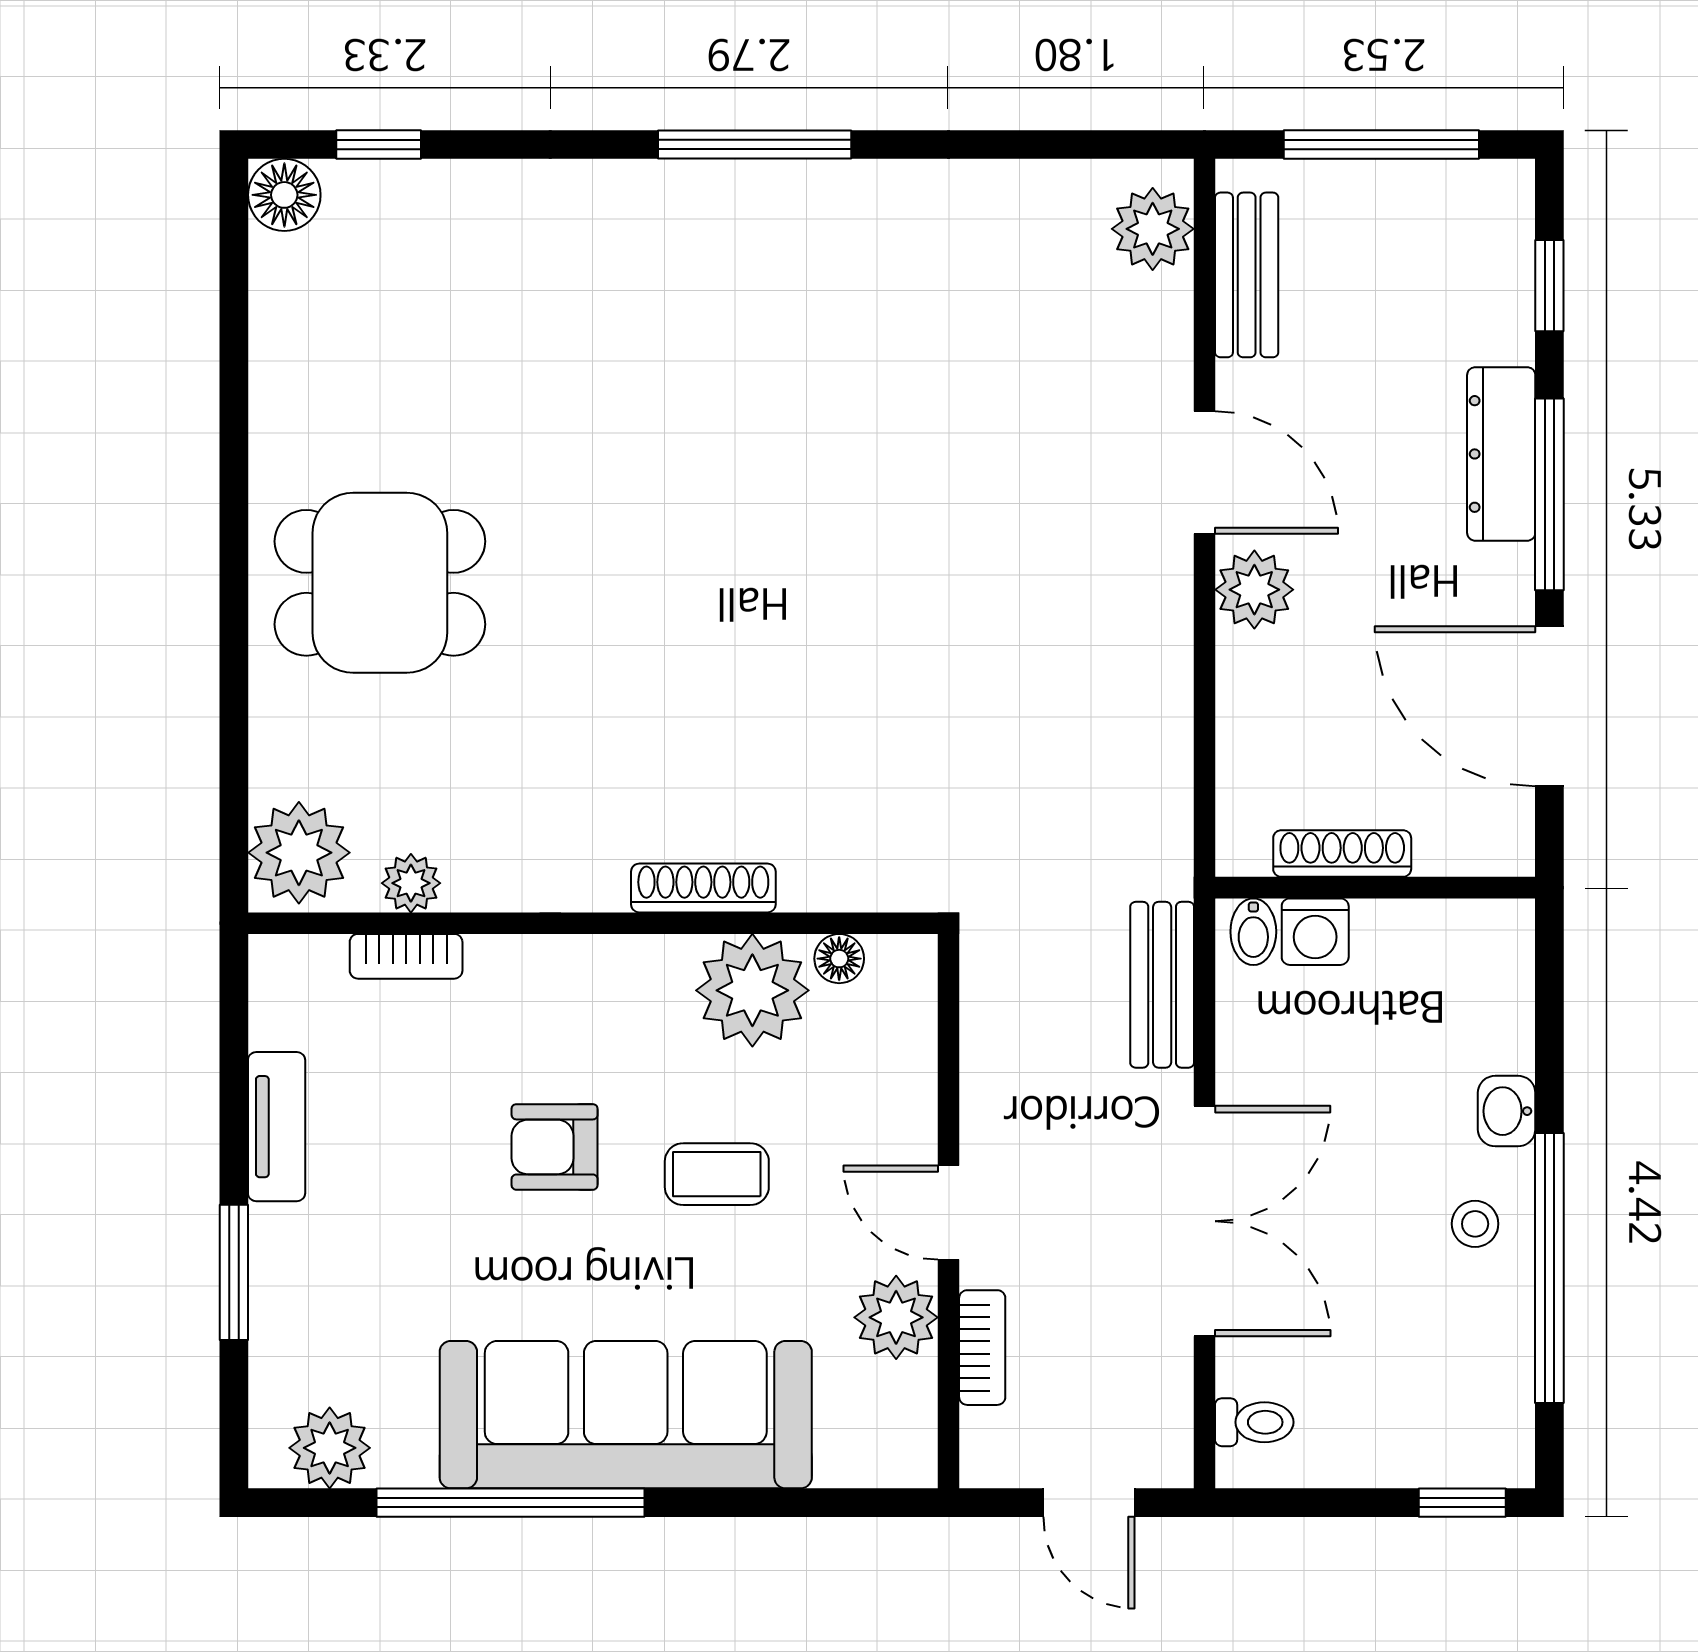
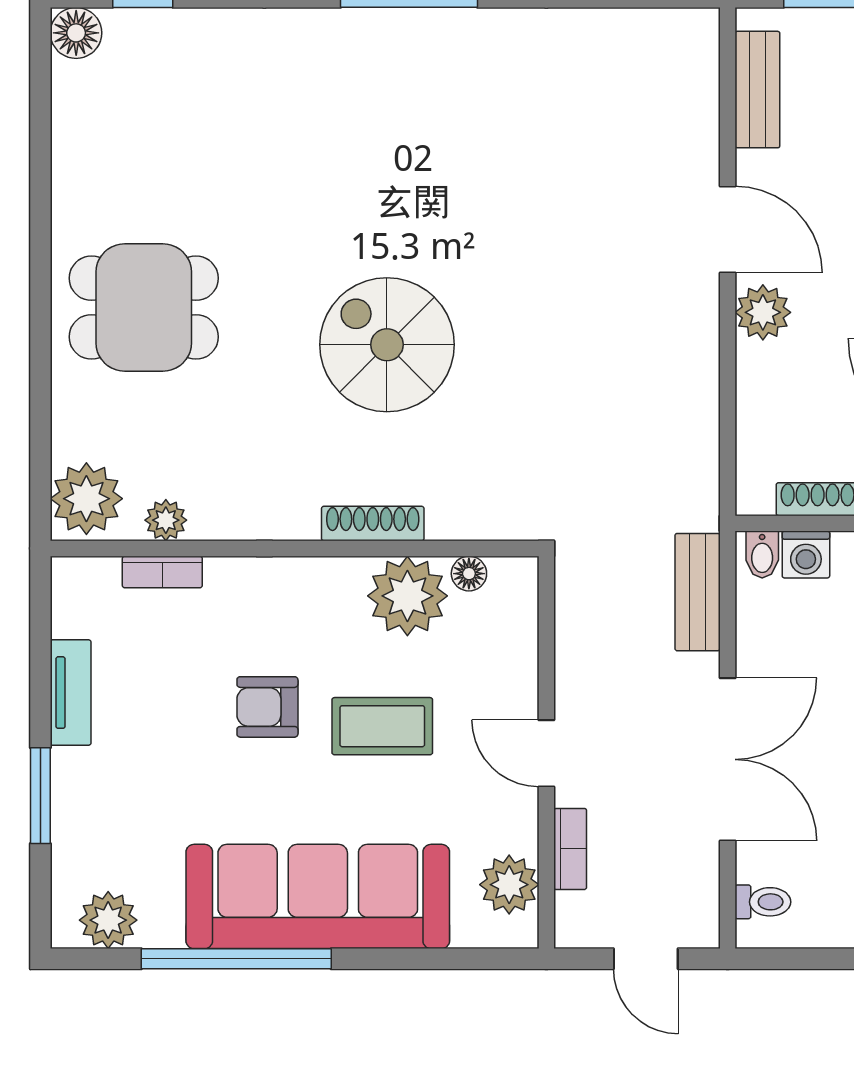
plant: (1153, 229) -> (691, 57), removed
spiral stairs: (723, 635) -> (387, 345), added
coffee table: (717, 1174) -> (382, 726), width x1.36, depth x1.30
plant: (896, 1317) -> (509, 885), moved

